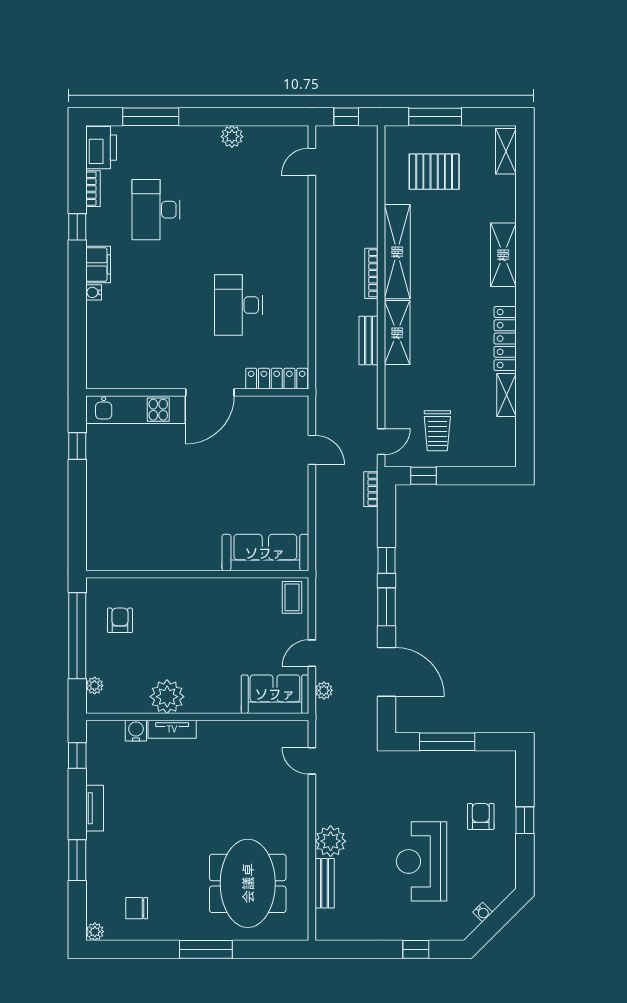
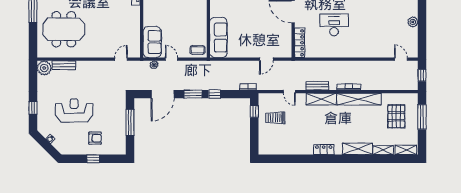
locker: (505, 339) -> (324, 150), width x0.66
shelving: (506, 395) -> (383, 150), moved
door: (381, 442) -> (289, 92), moved
plant: (331, 841) -> (44, 68), moved

